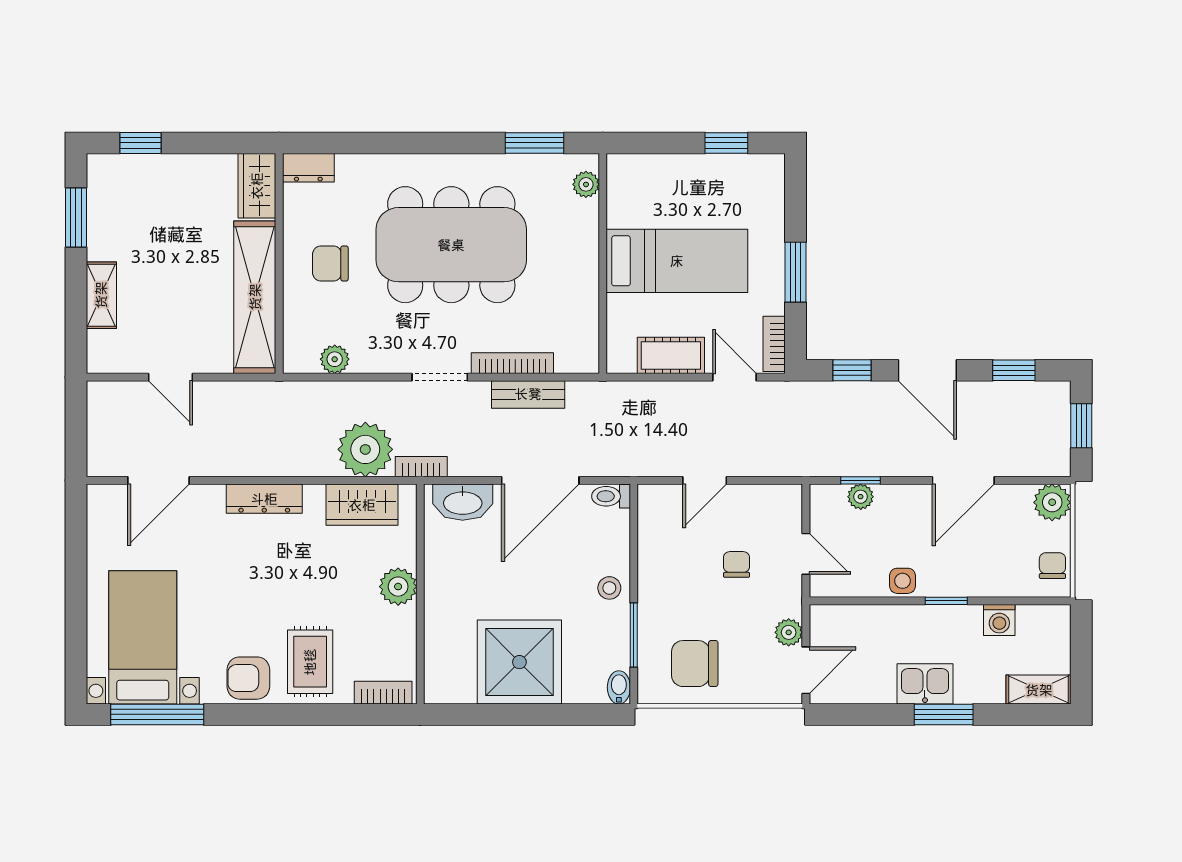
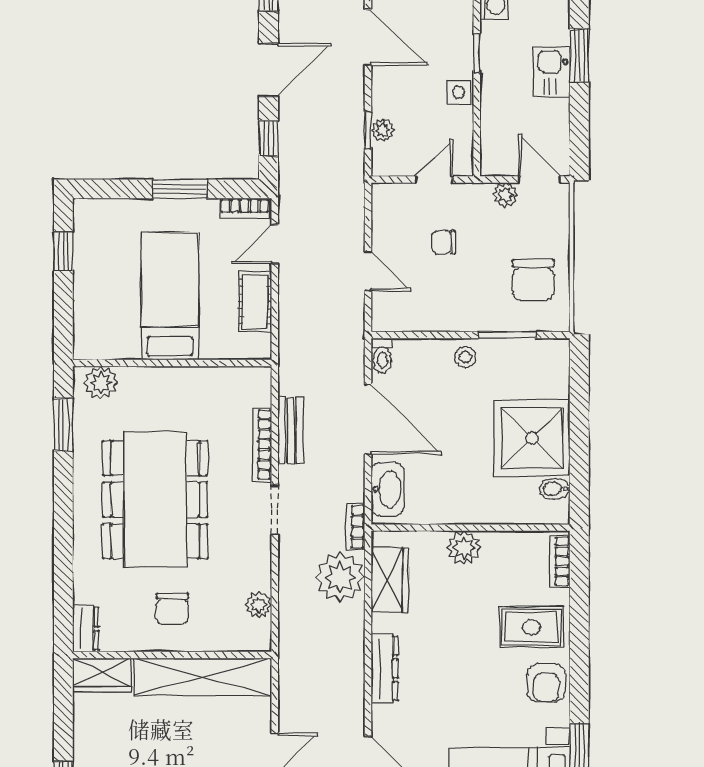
plant: (586, 184) -> (101, 383), width x1.38, depth x1.38
bidet: (619, 687) -> (555, 489), moved

